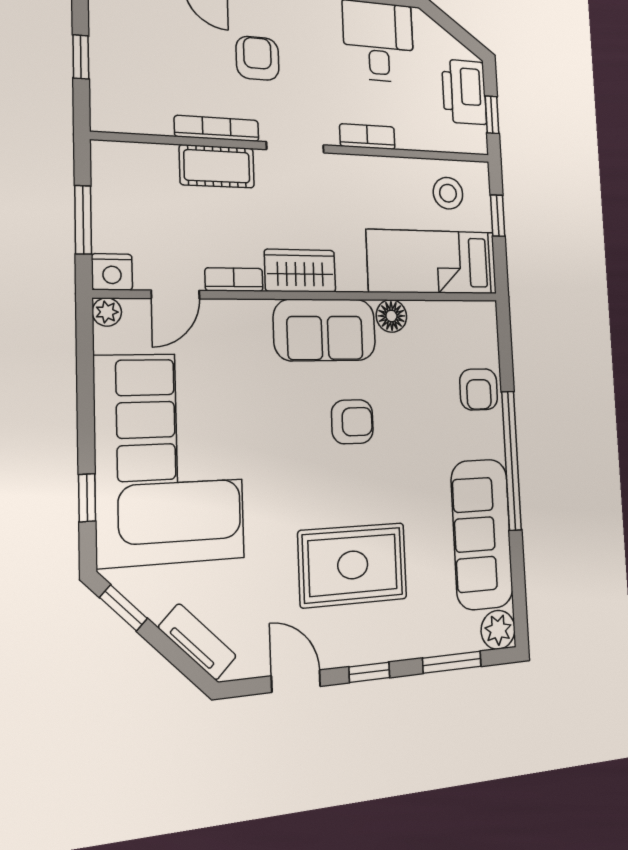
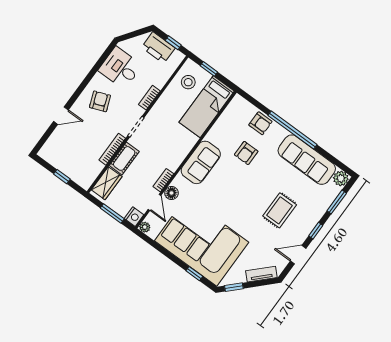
armchair: (257, 58) -> (100, 101), moved, turned 69
wardrobe: (300, 271) -> (107, 183), moved, turned 180
floor lamp: (391, 316) -> (171, 193), moved
armchair: (352, 422) -> (246, 153), moved, turned 180
rug: (353, 565) -> (280, 210), width x0.73, depth x0.70

